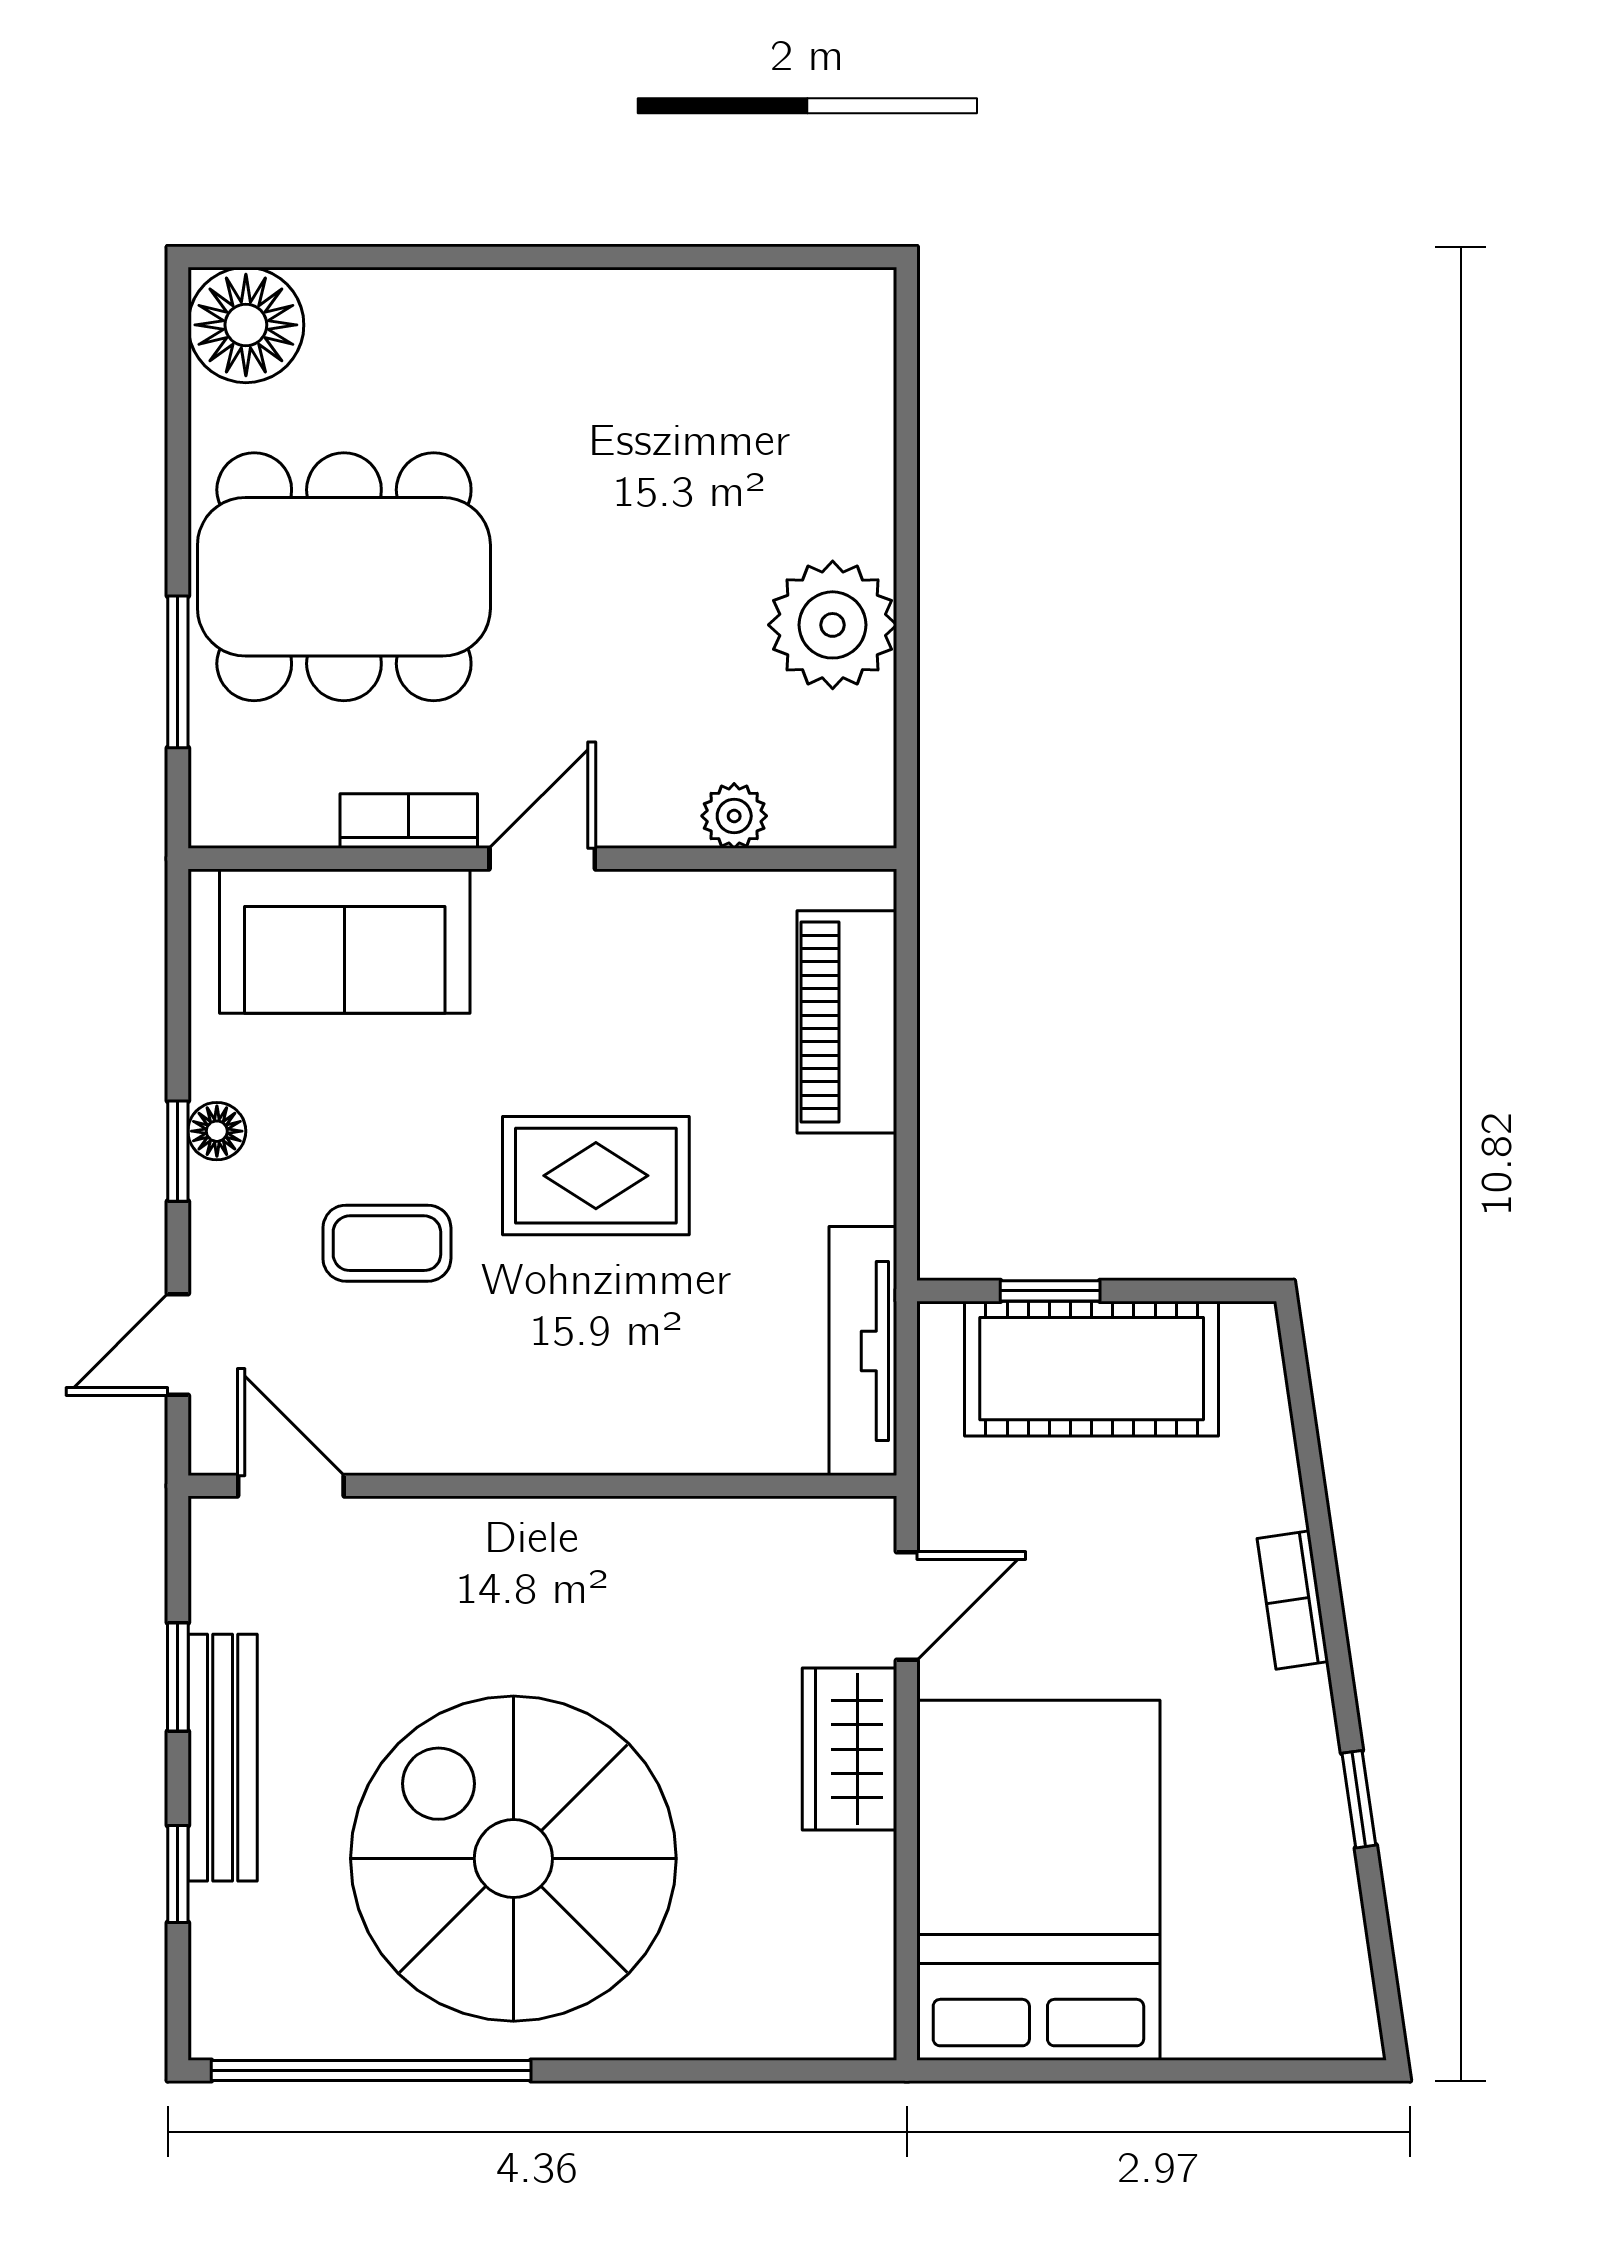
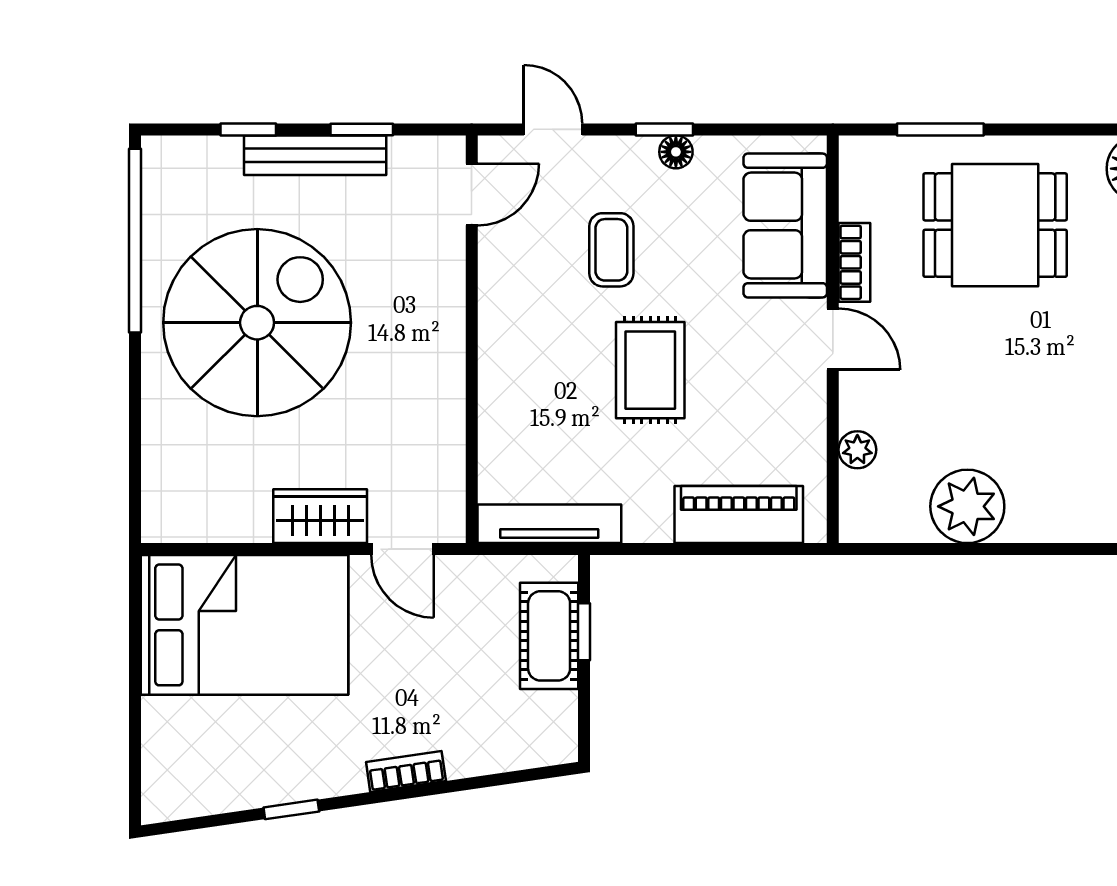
dining table: (344, 577) -> (995, 225), width x0.73
cot: (1092, 1369) -> (549, 636), width x0.73, depth x0.75

